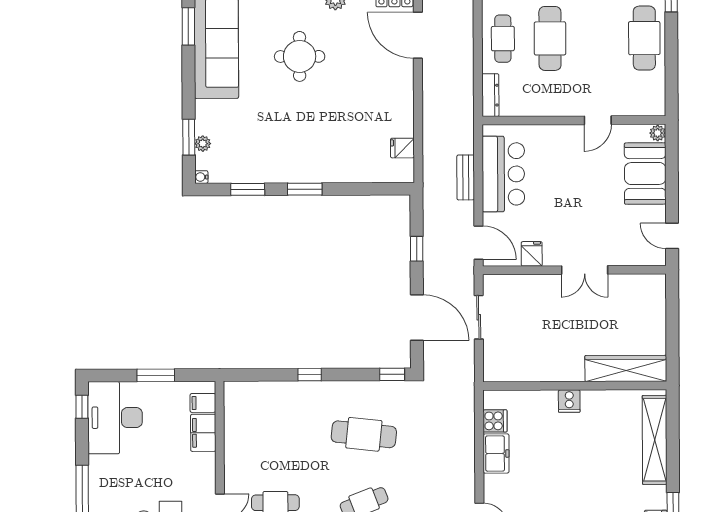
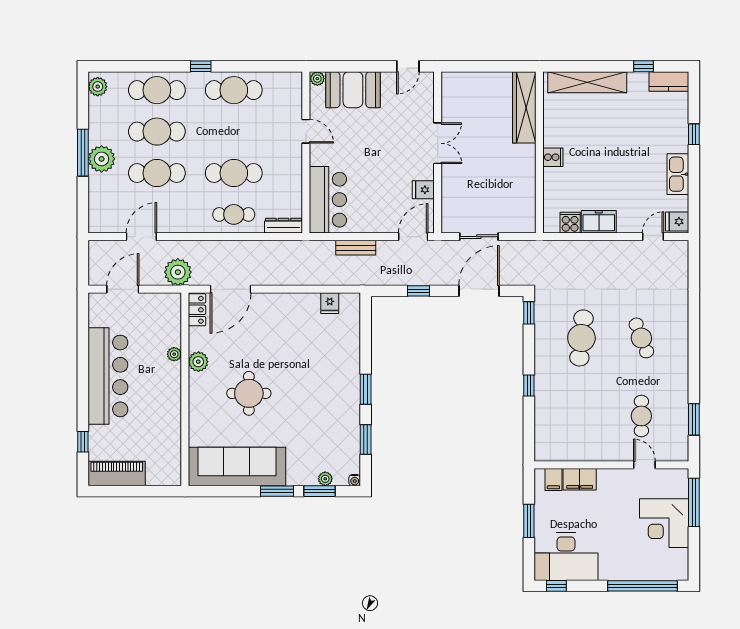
window: (188, 26) -> (277, 491), moved
bar counter: (503, 174) -> (328, 200), moved, turned 90

